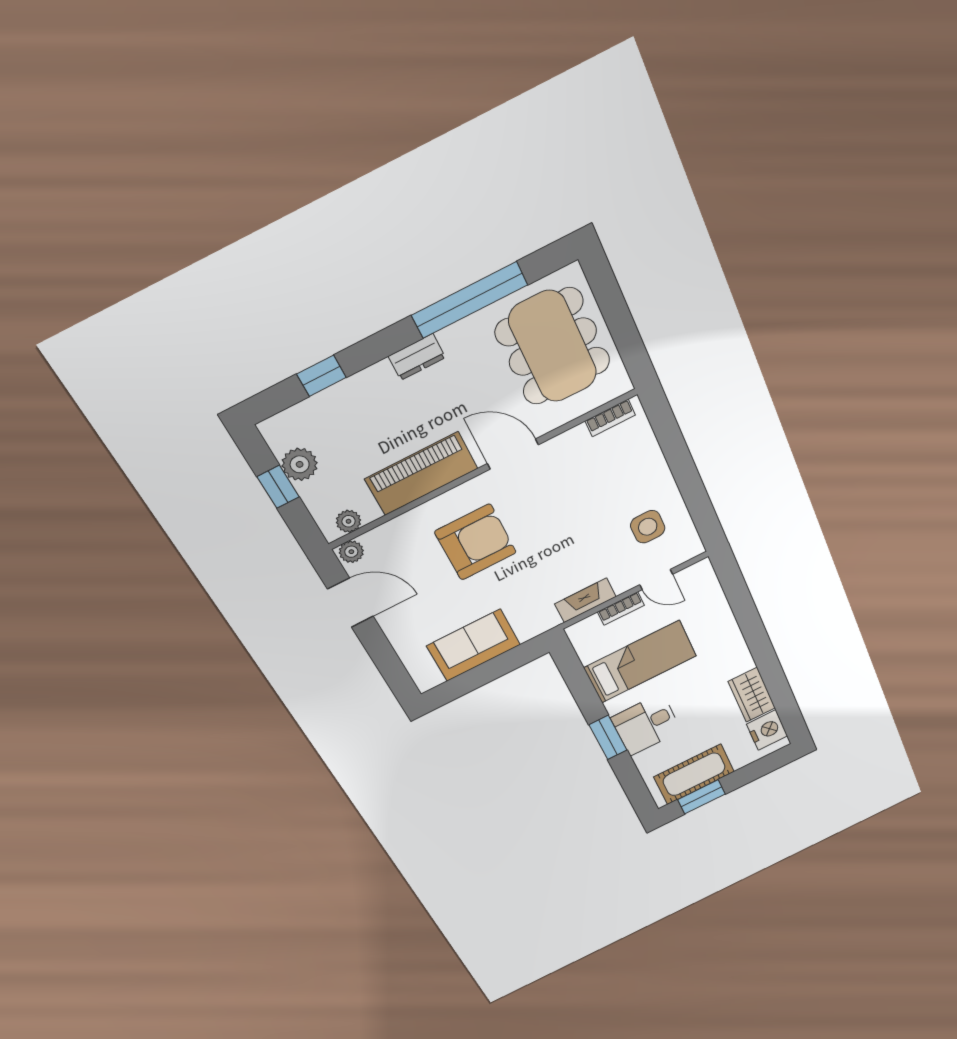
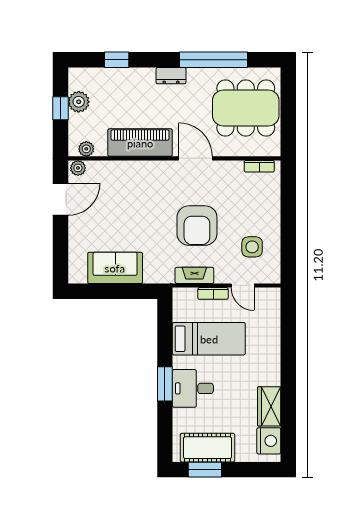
dining table: (553, 347) -> (246, 108), turned 90
armchair: (476, 542) -> (197, 226), moved, turned 90
door: (351, 603) -> (60, 199), hinge flipped

